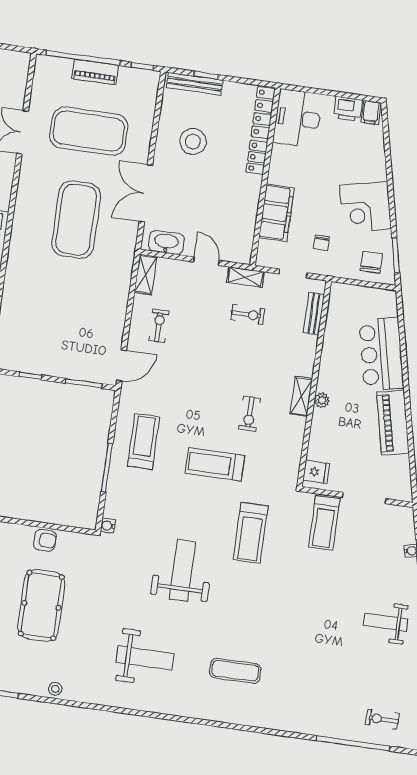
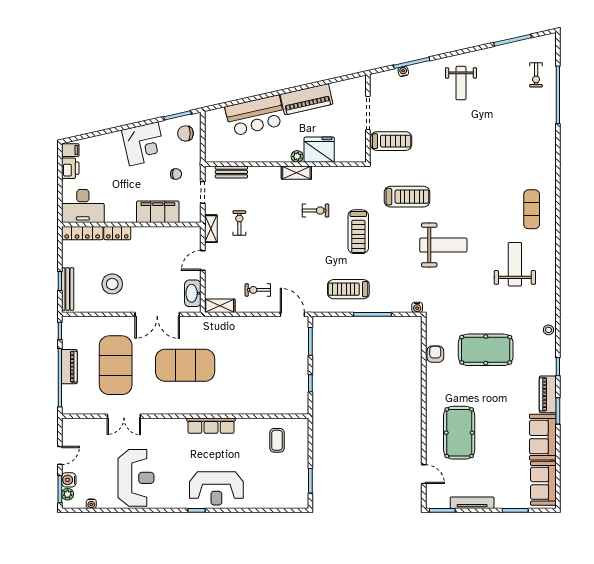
fridge: (316, 472) -> (319, 150), moved, width x1.88, depth x1.34
weight bench: (182, 570) -> (443, 245), turned 180
exercise mat: (235, 671) -> (532, 209), moved

